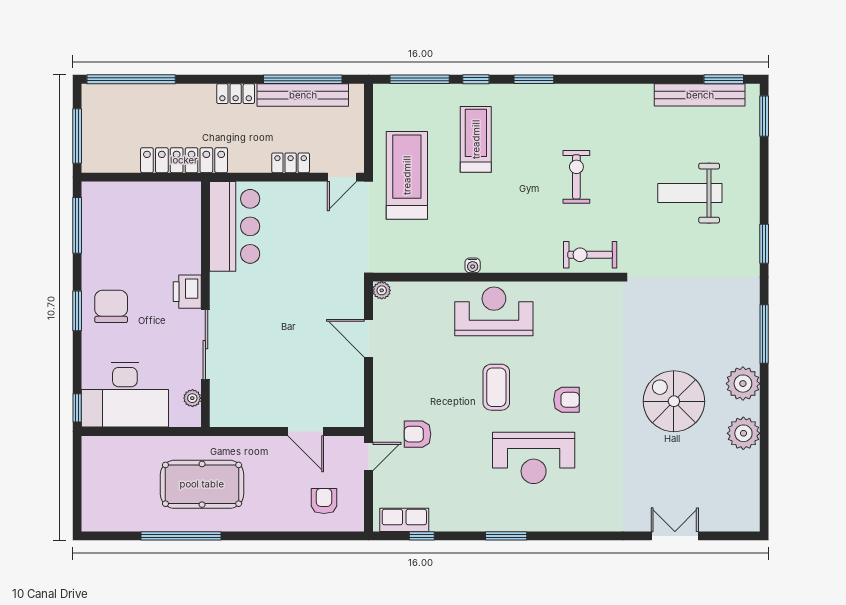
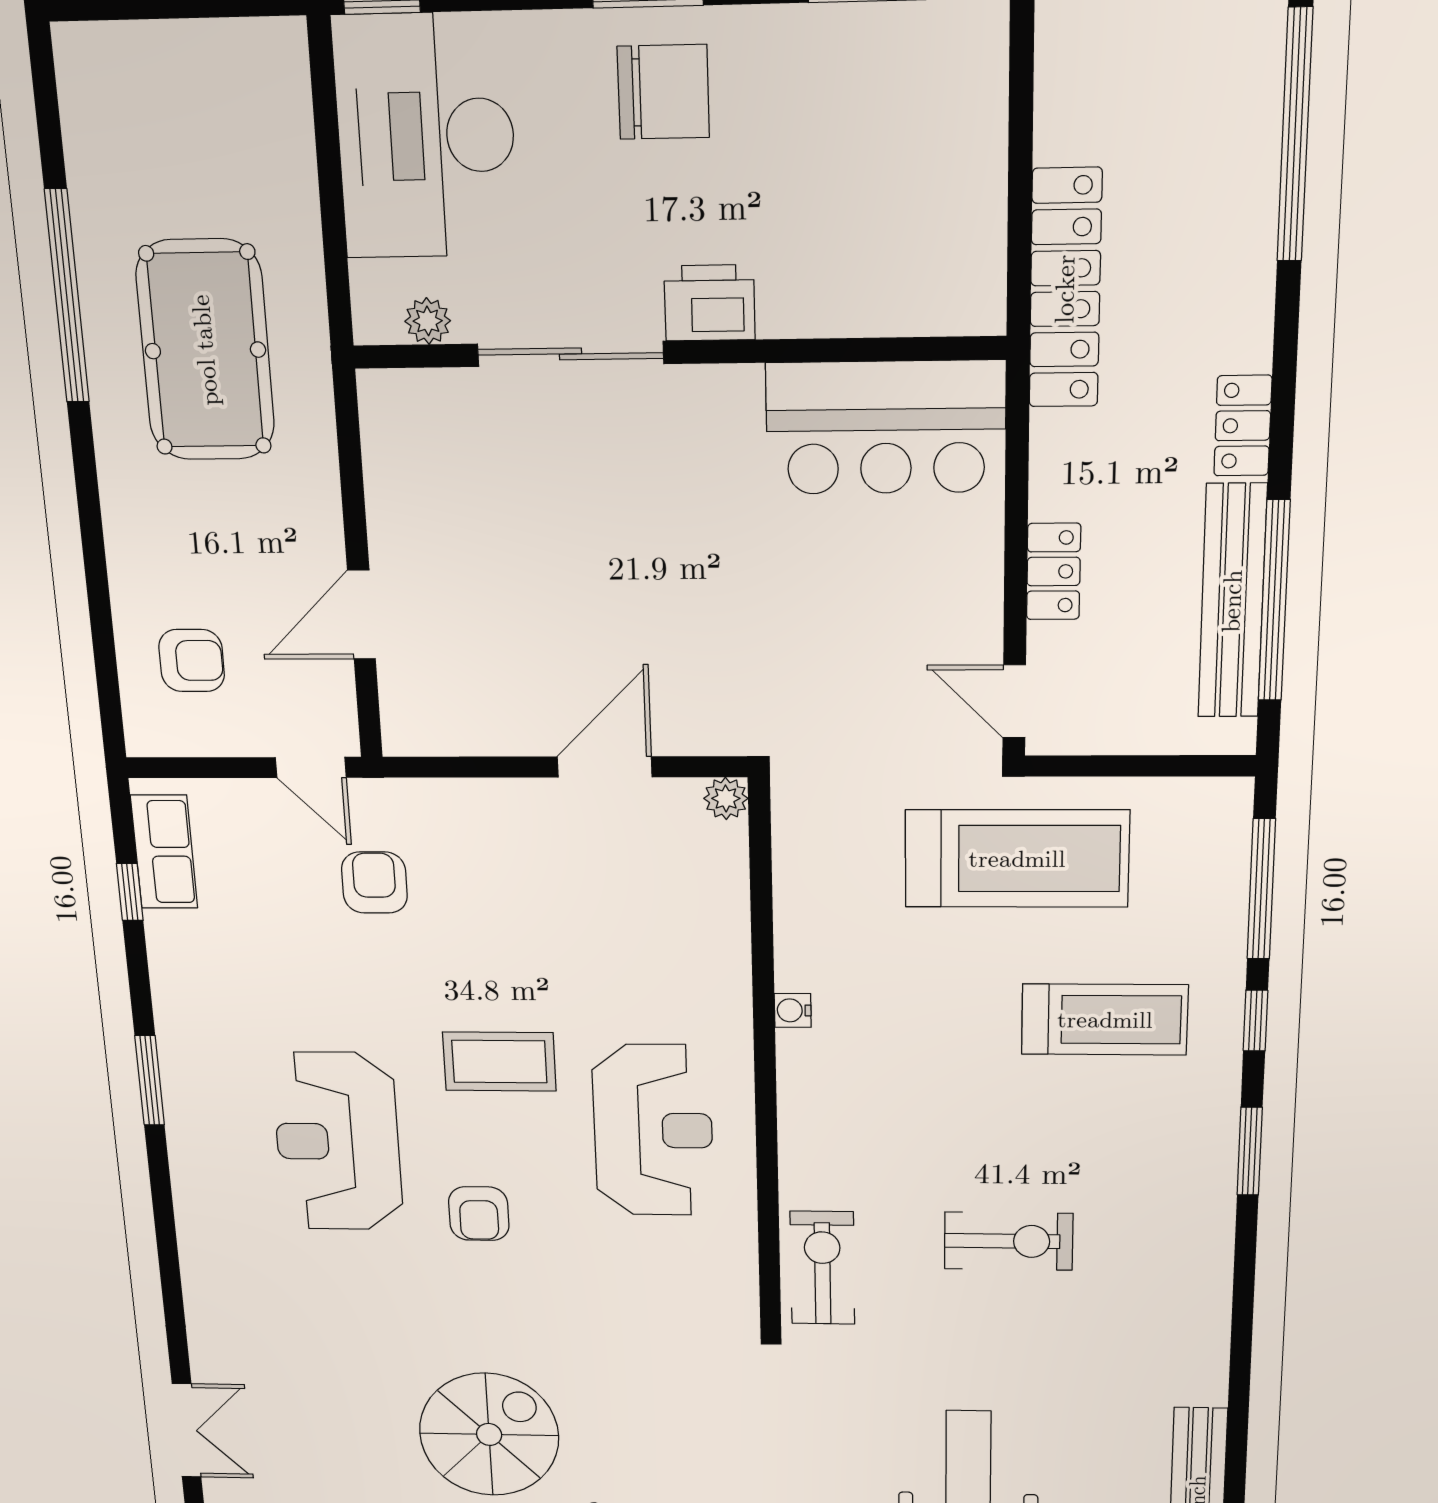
reception desk: (494, 311) -> (653, 1130), moved

